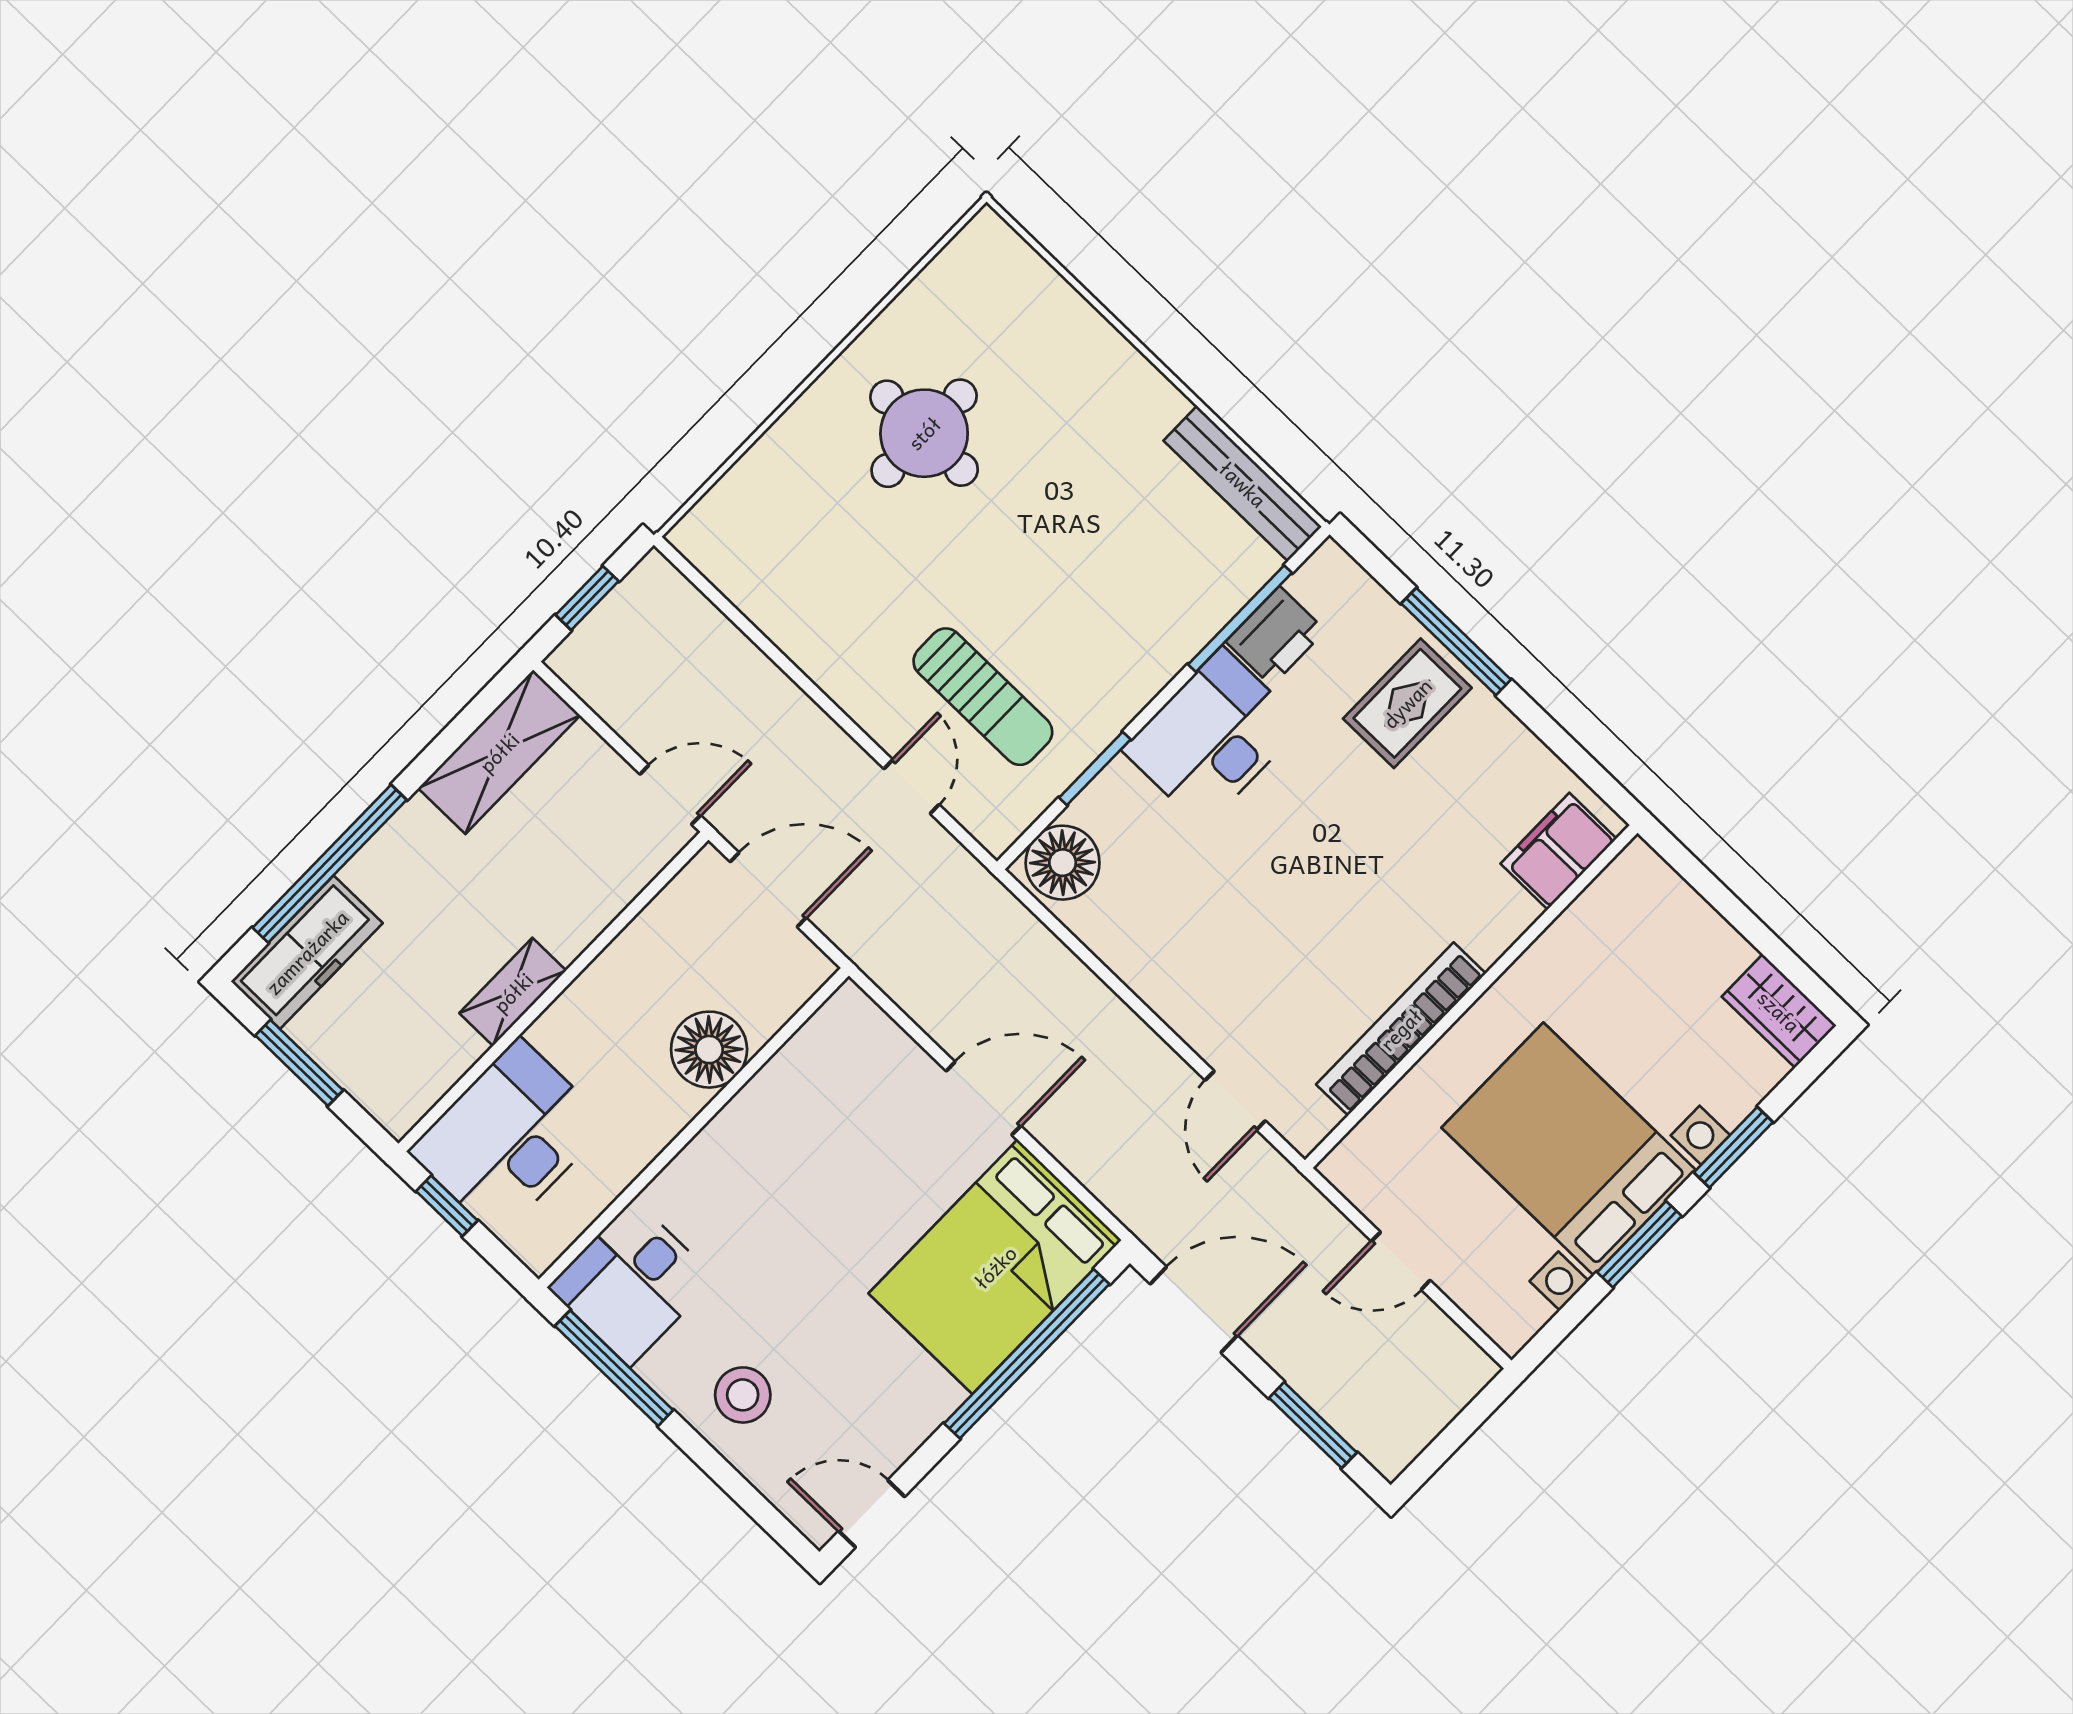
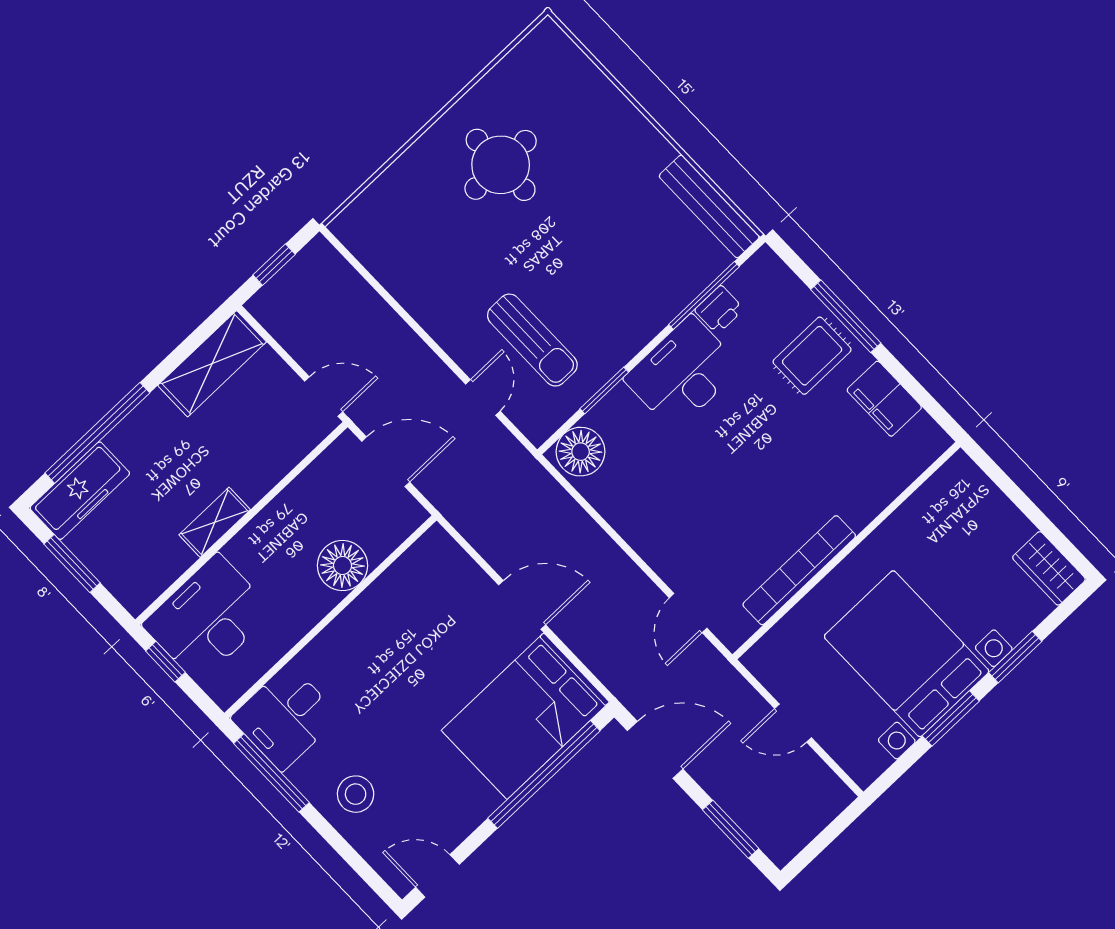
printer: (1276, 636) -> (719, 310), width x0.73, depth x0.81
filing cabinet: (1559, 851) -> (884, 399), moved, turned -90

